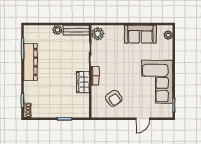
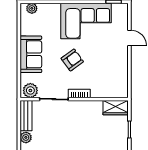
sofa: (140, 34) -> (31, 54), moved
wardrobe: (83, 82) -> (116, 108), moved
armchair: (114, 98) -> (72, 60), moved

